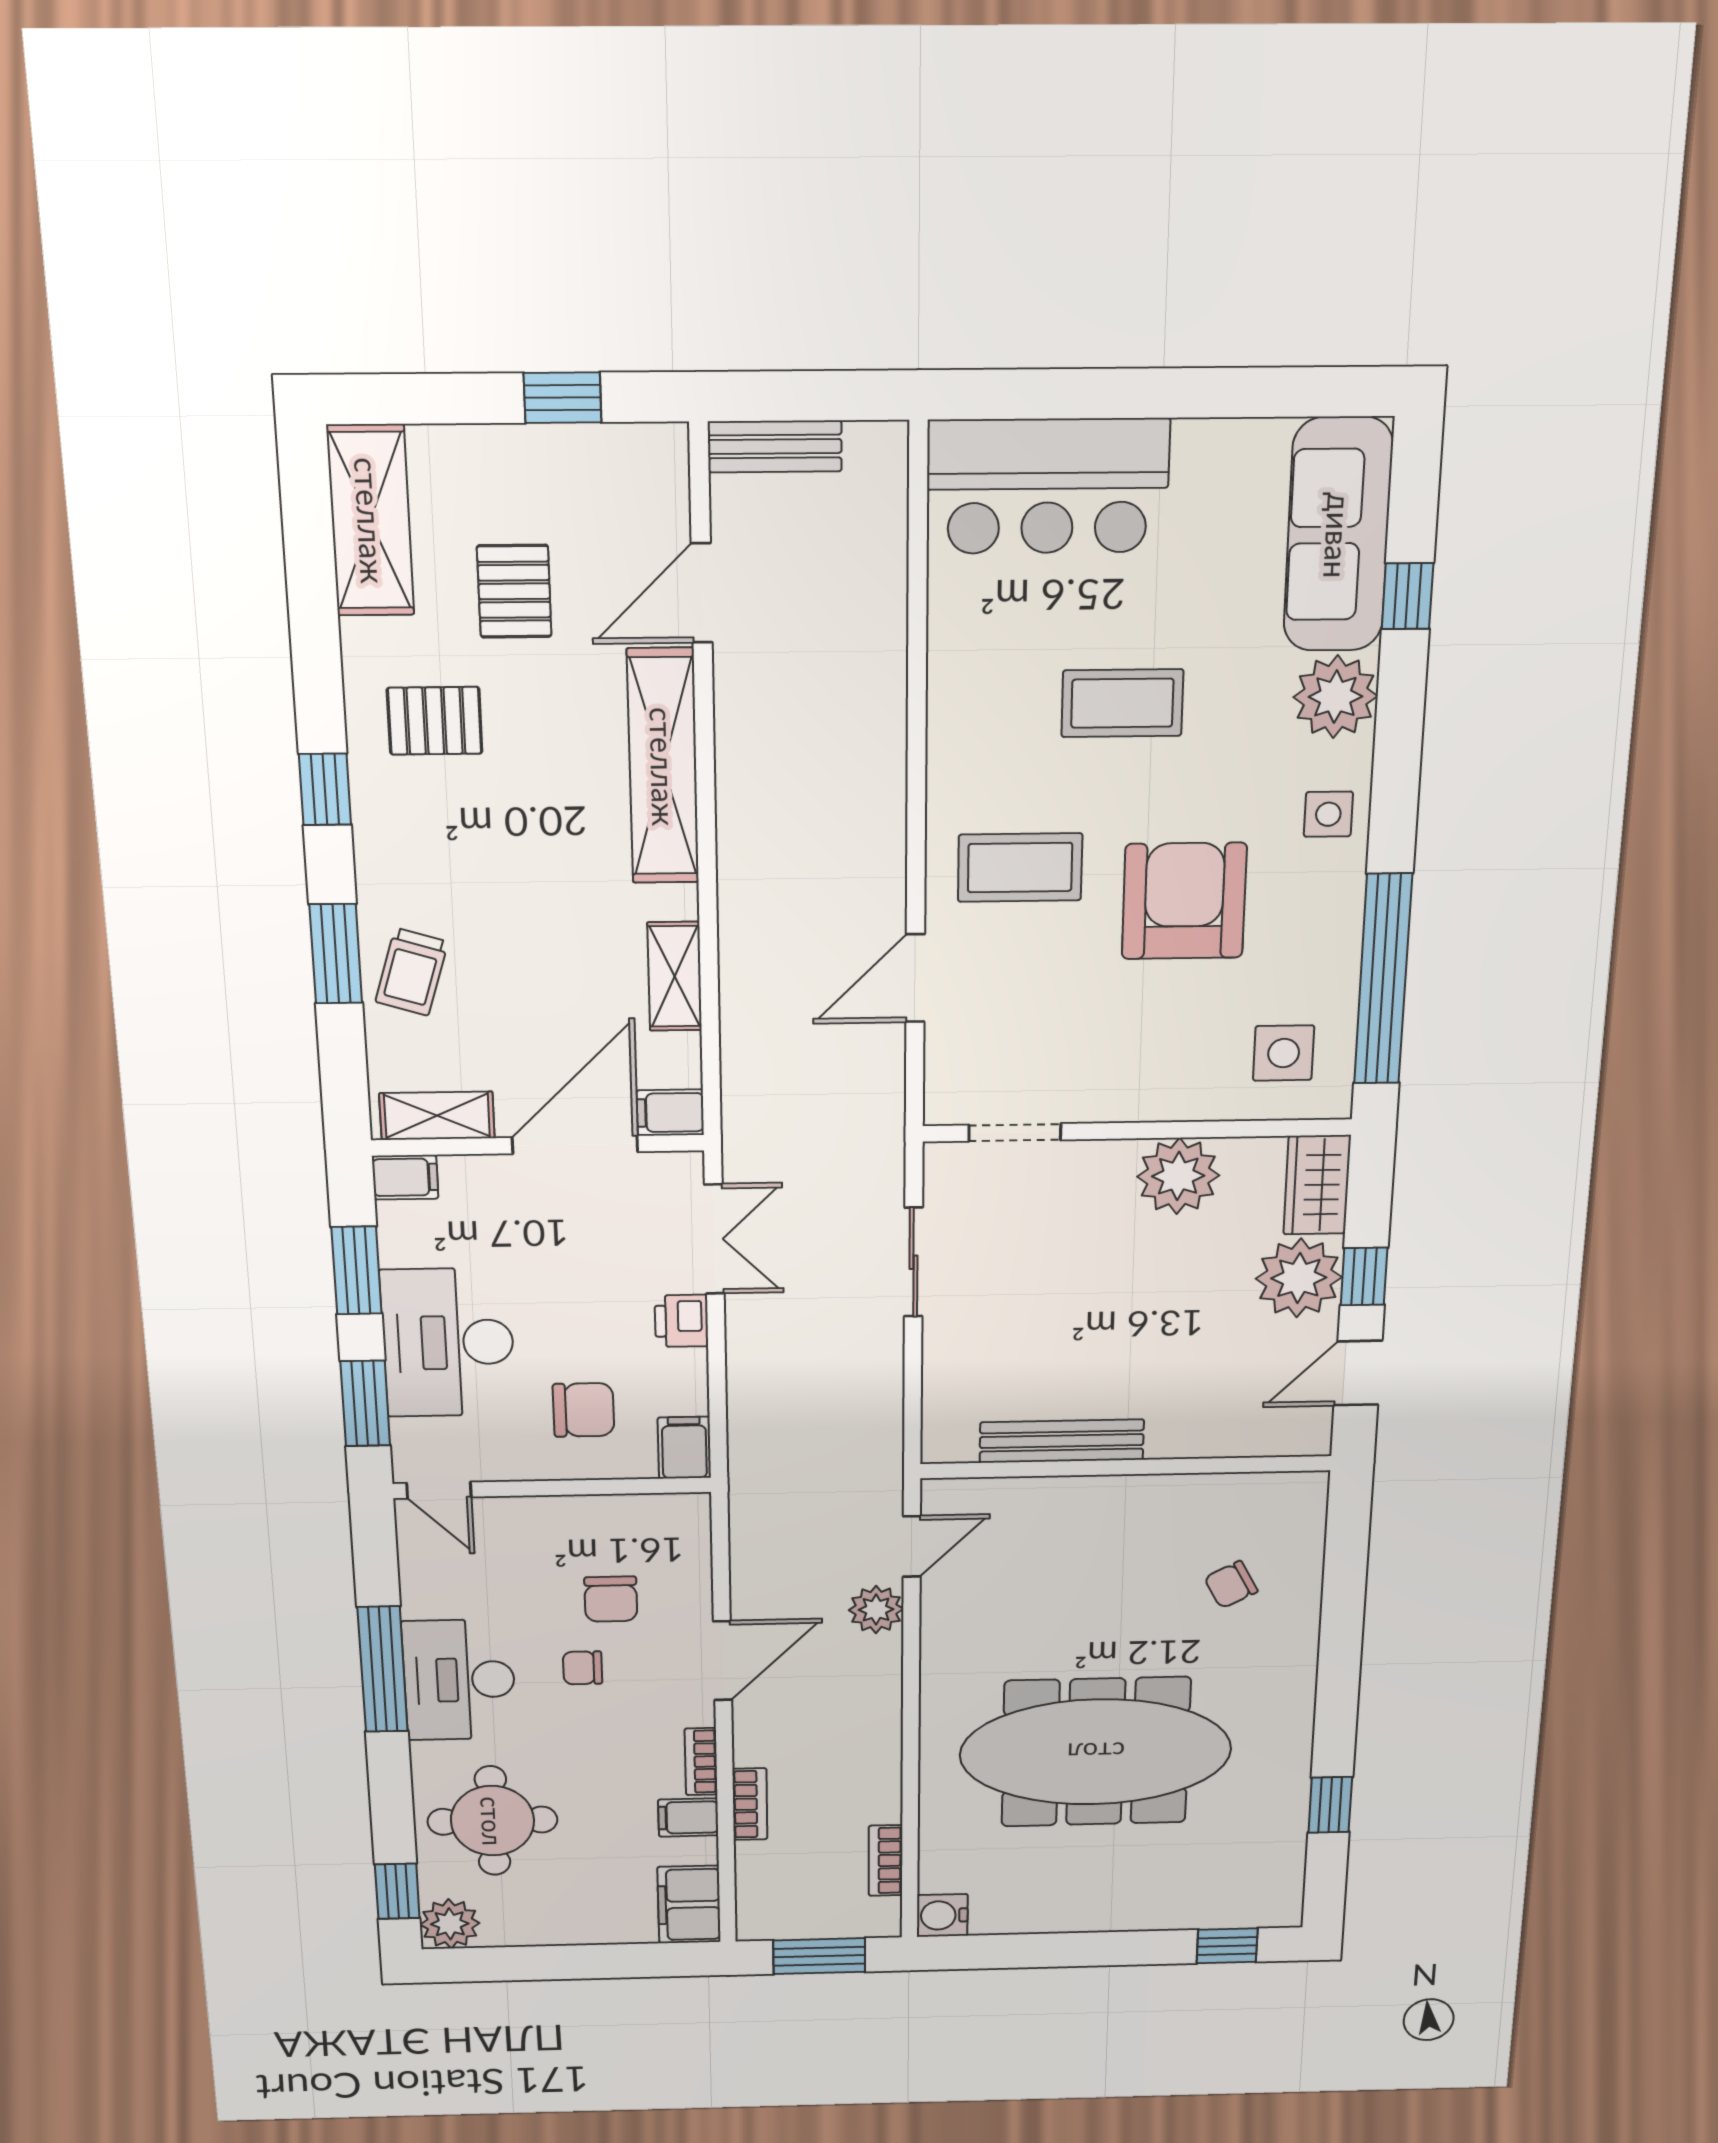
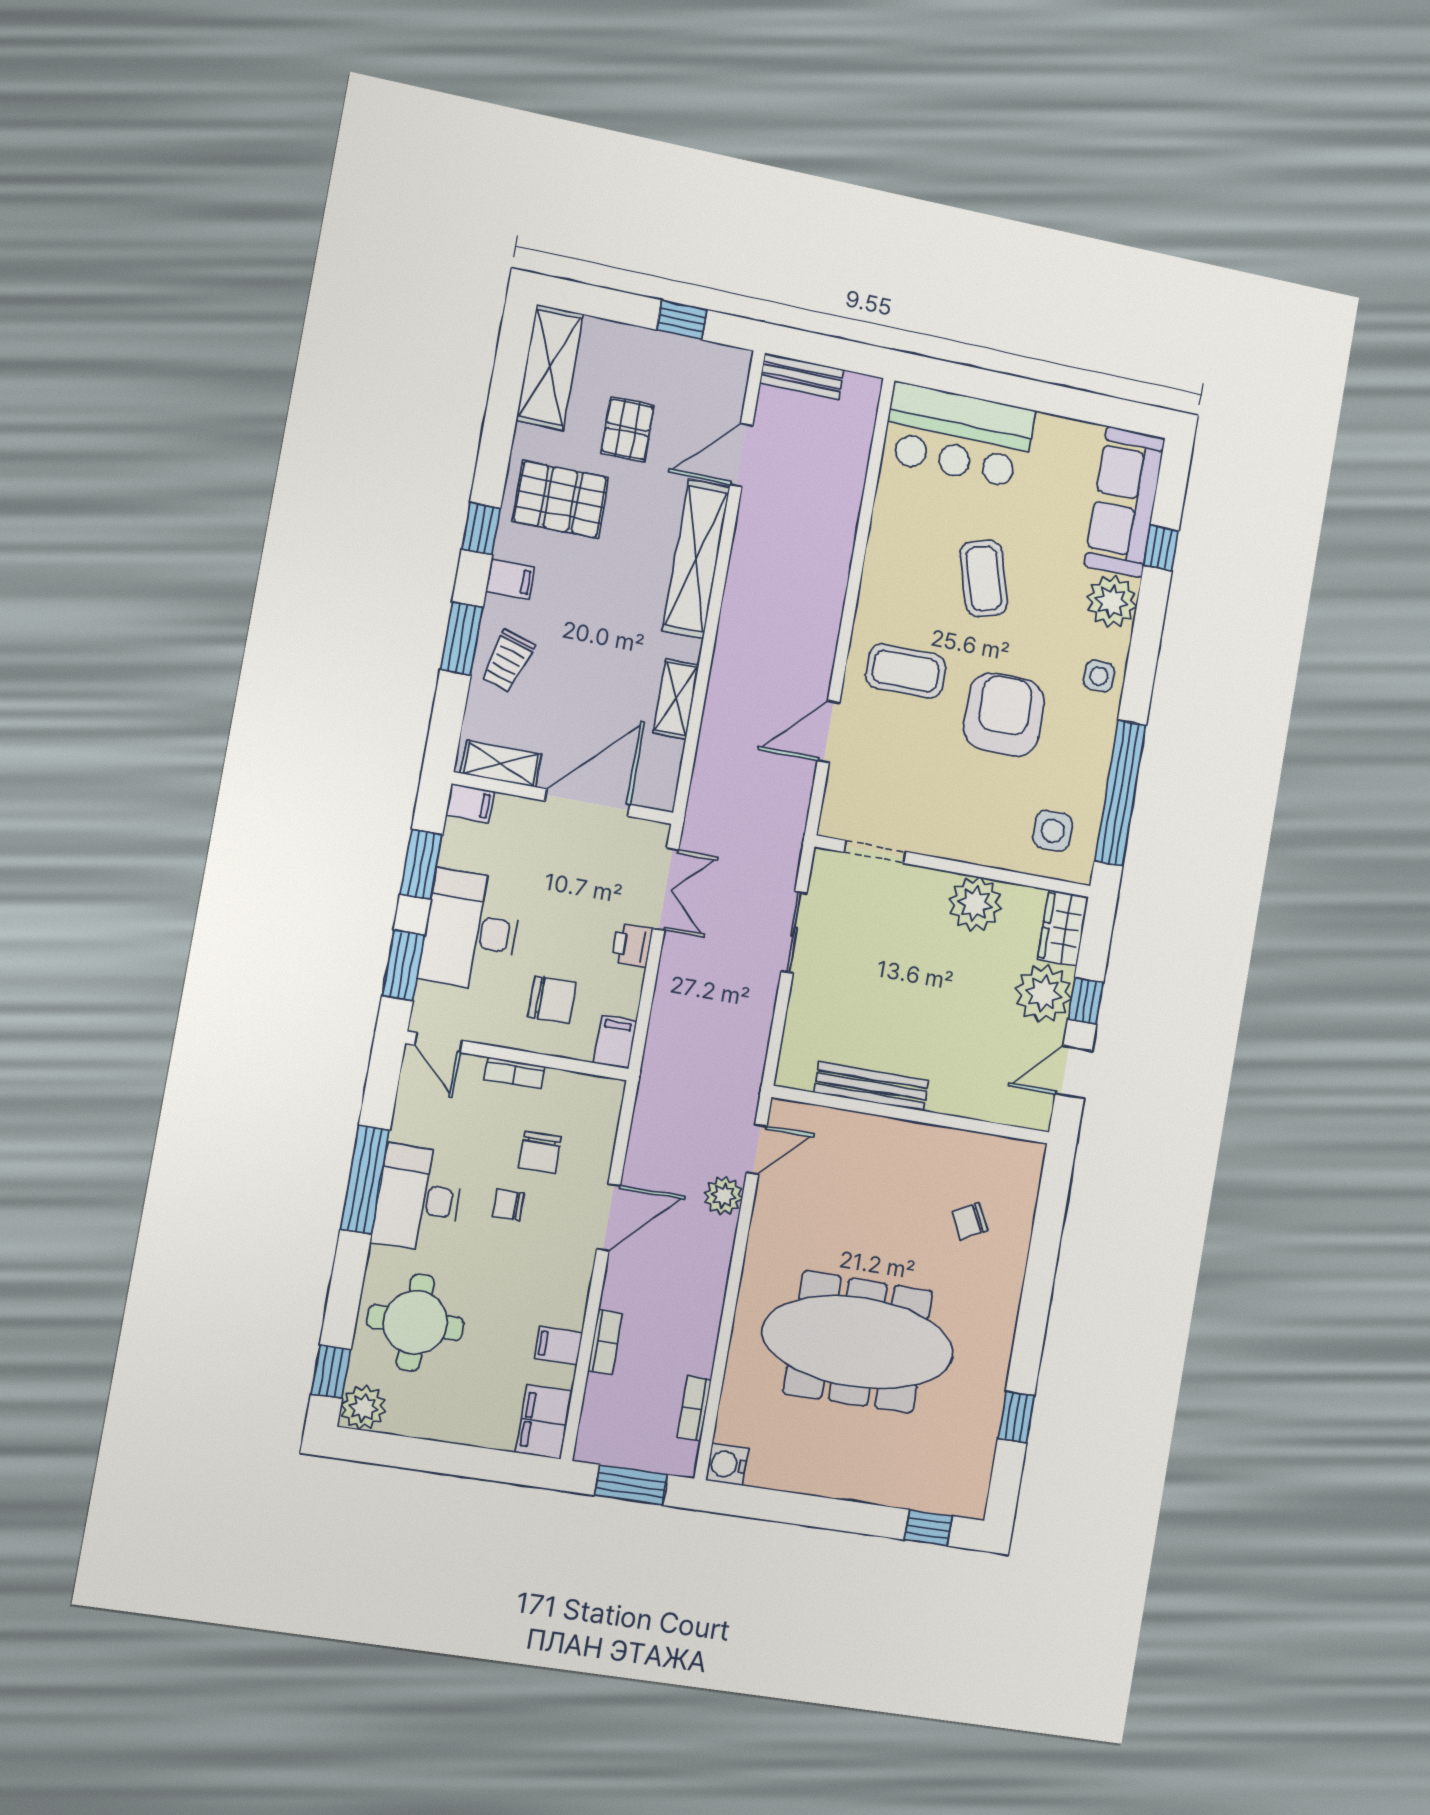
coffee table: (1122, 703) -> (984, 578), turned 74
pallet: (435, 721) -> (560, 499), width x1.50, depth x1.42
filing cabinet: (670, 1113) -> (510, 579), moved, turned 180
bookcase: (701, 1762) -> (515, 1073), moved, turned -90

